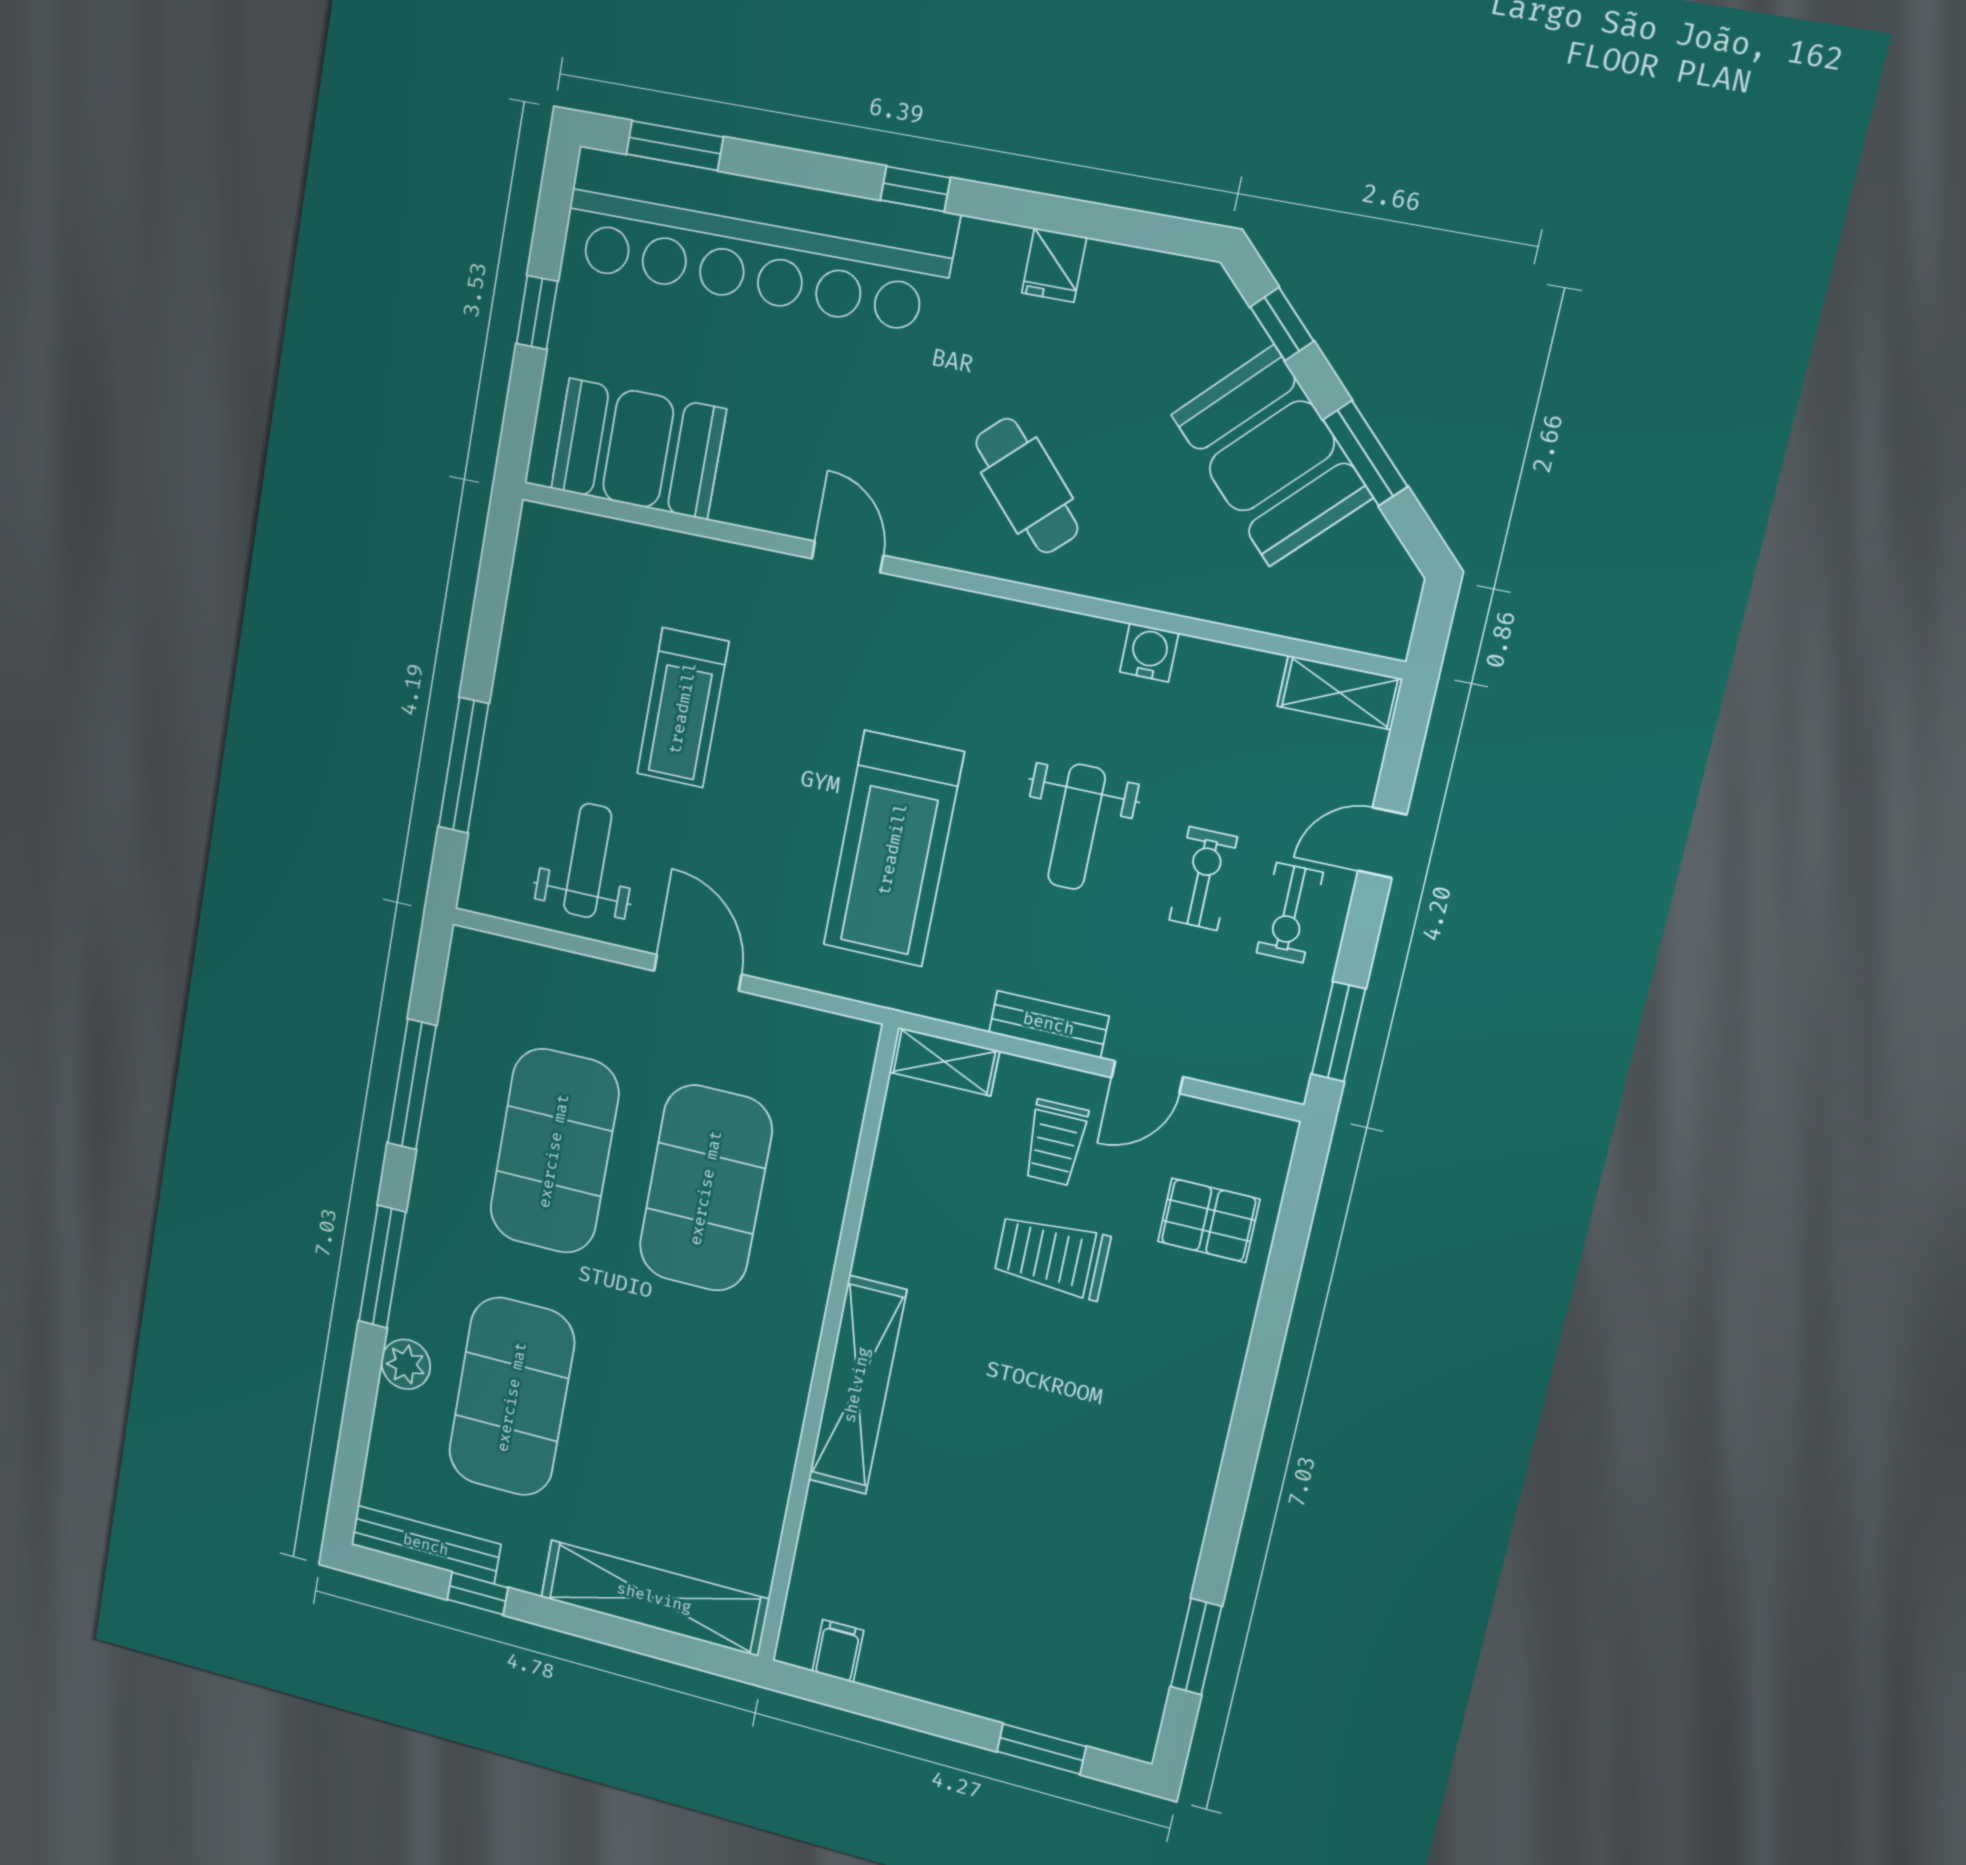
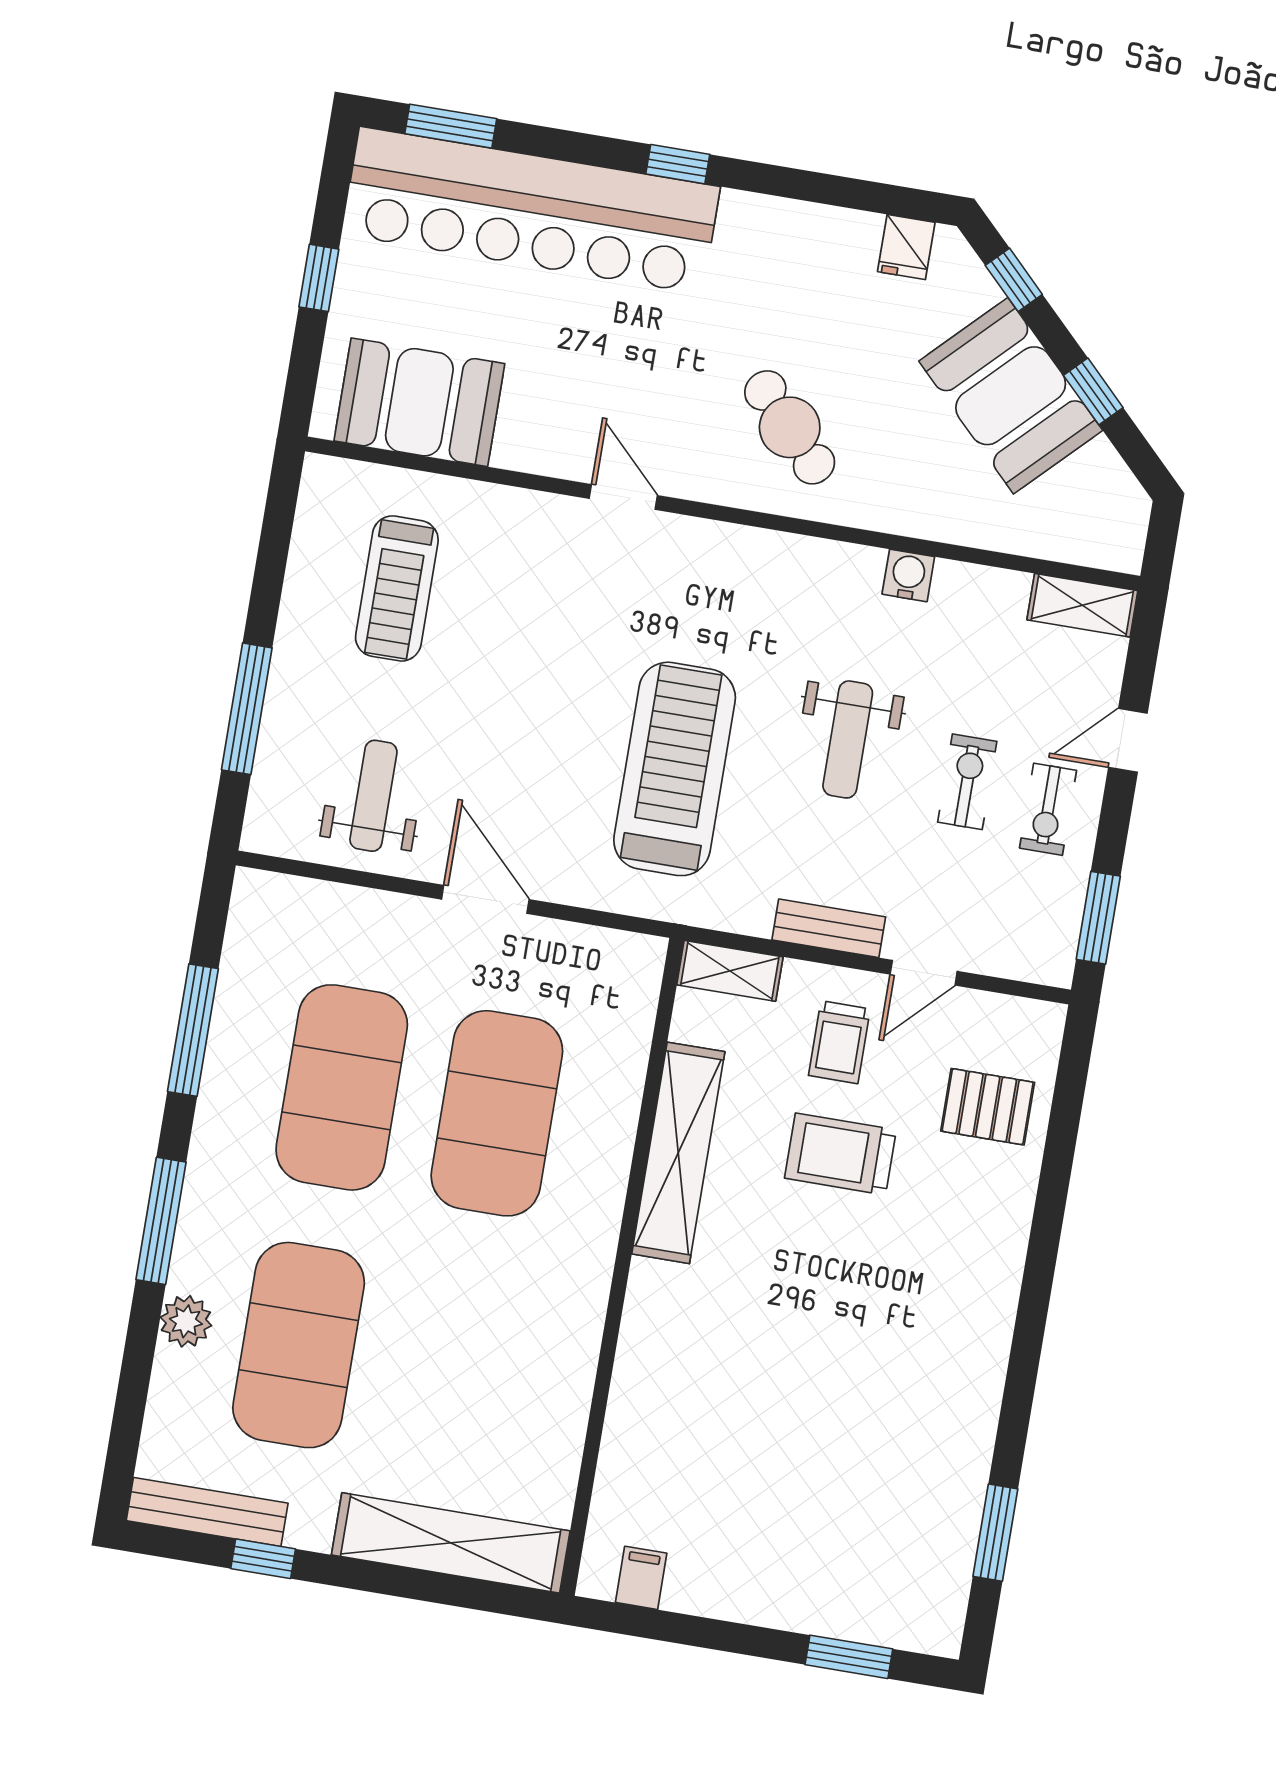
fridge: (1054, 265) -> (906, 247), moved
window: (1365, 453) -> (1093, 391), width x0.67
treadmill: (683, 708) -> (397, 588), moved
treadmill: (893, 849) -> (675, 769), turned 180
shelving: (857, 1385) -> (678, 1153), moved

